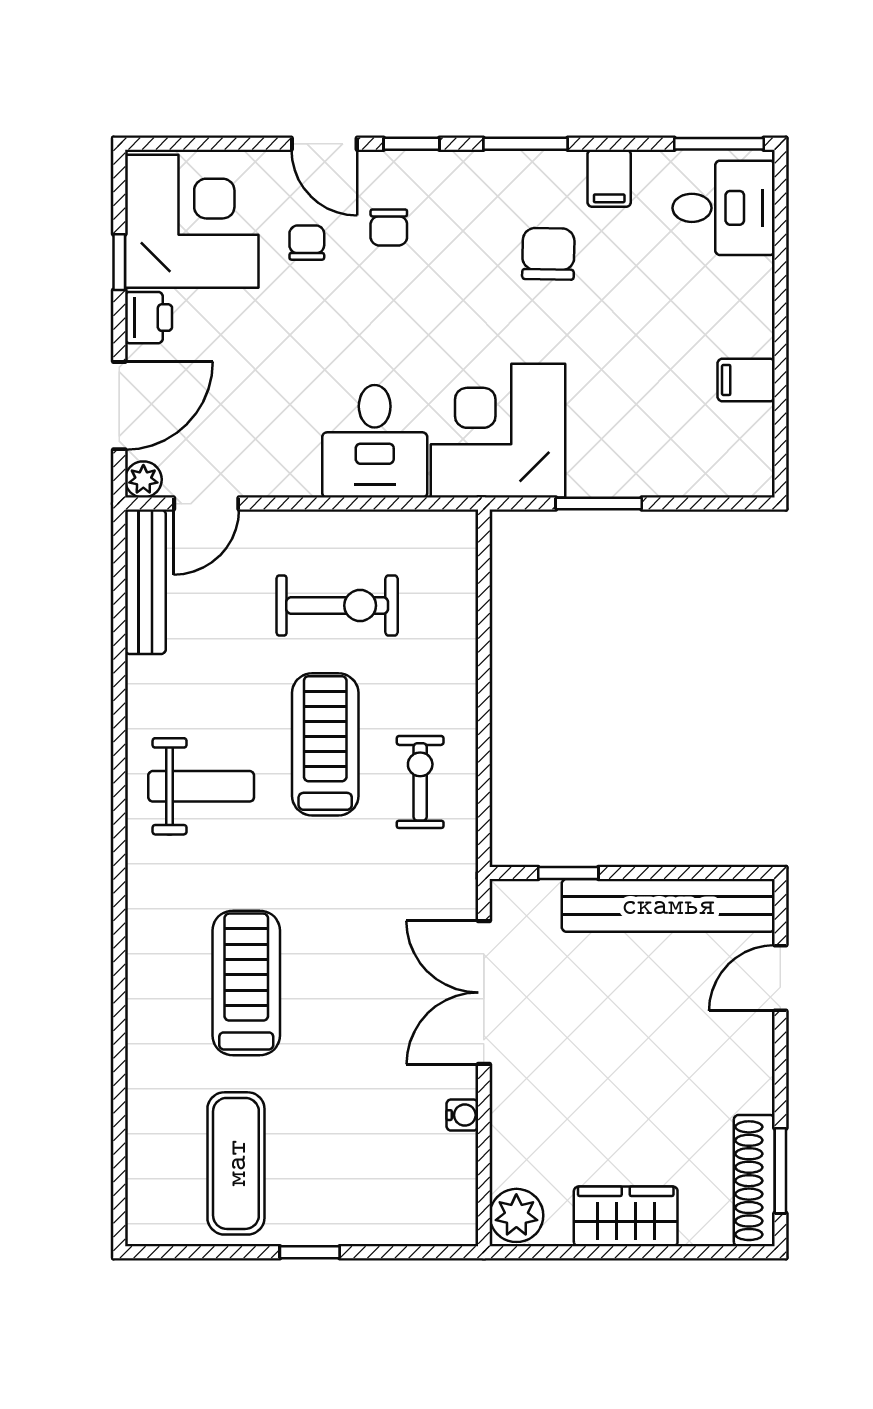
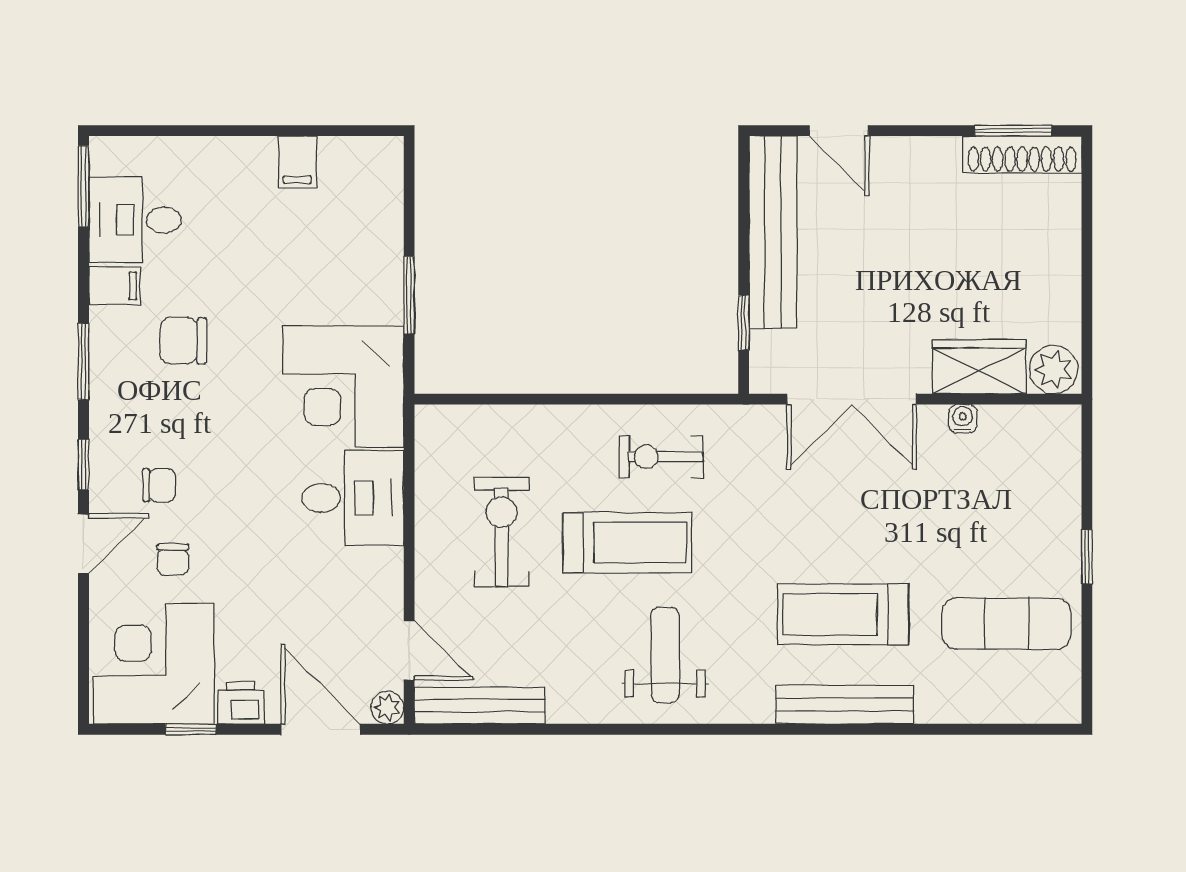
desk: (724, 208) -> (135, 220), moved, turned -90
chair: (307, 243) -> (173, 559), turned -90
treadmill: (325, 744) -> (627, 543), turned 180
bench: (146, 985) -> (845, 705), added
wardrobe: (626, 1216) -> (979, 367), moved, turned 90

